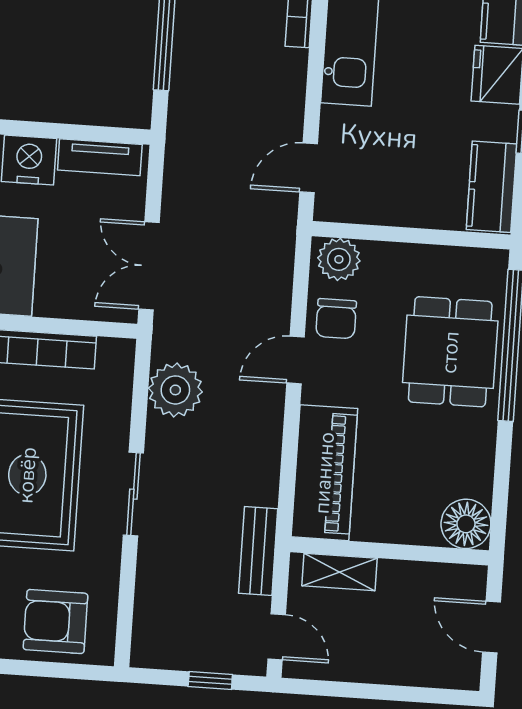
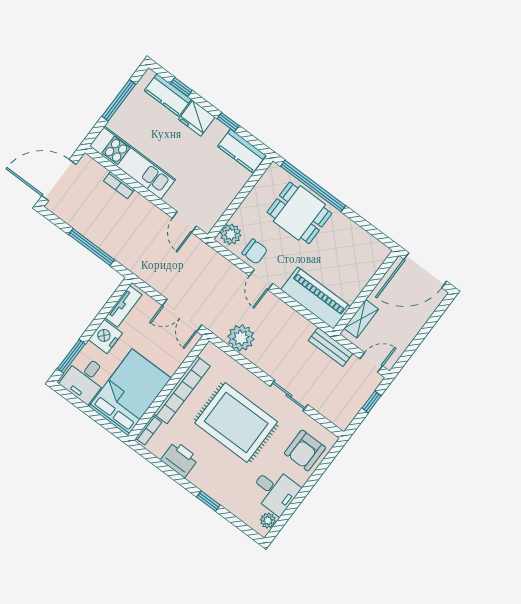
sliding door: (133, 494) -> (289, 395), moved
floor lamp: (466, 524) -> (375, 253), removed
door: (491, 627) -> (425, 270), width x1.88

